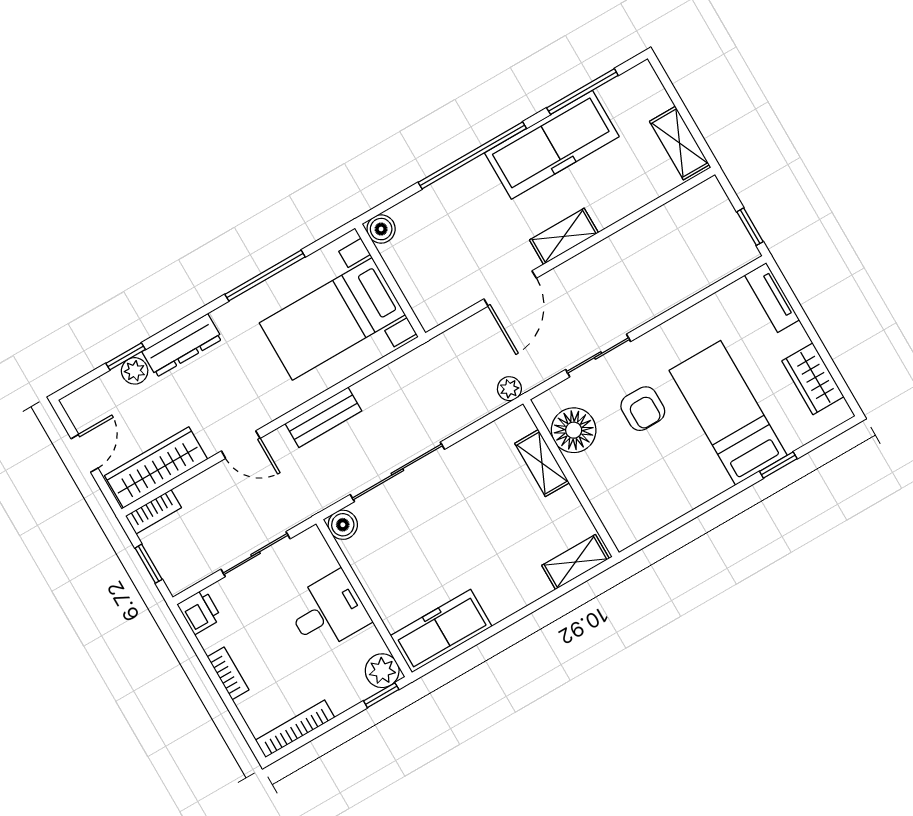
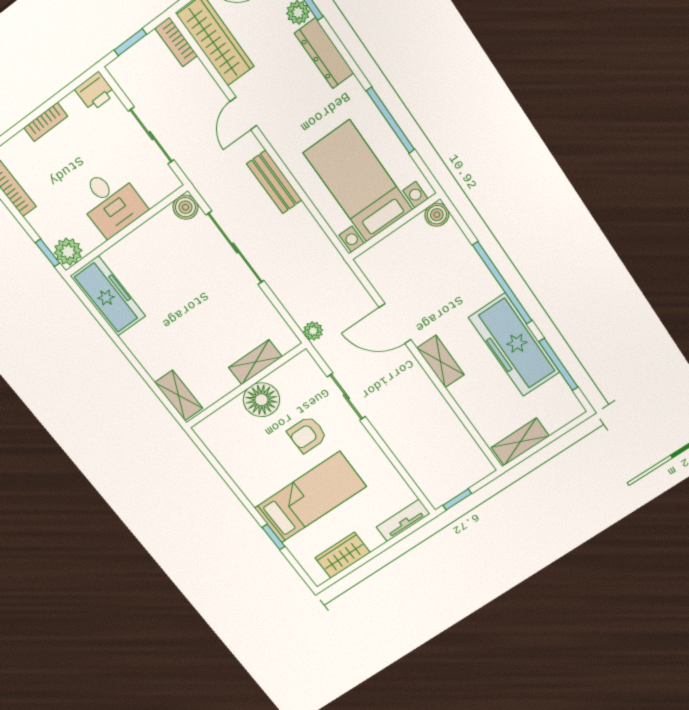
floor lamp: (574, 430) -> (261, 400), moved

